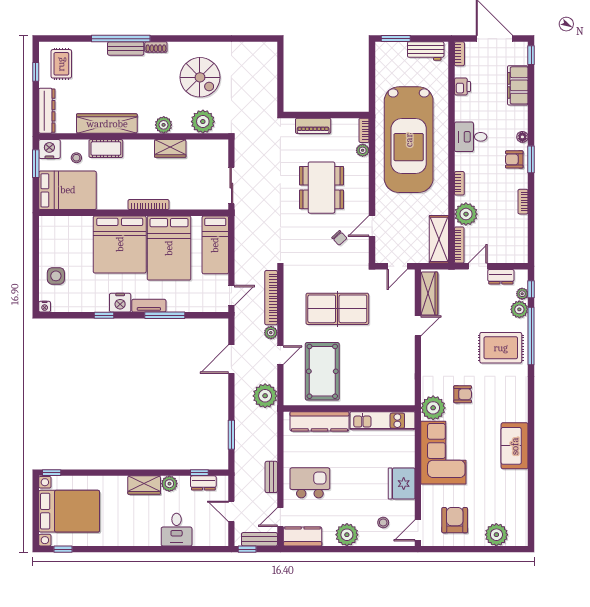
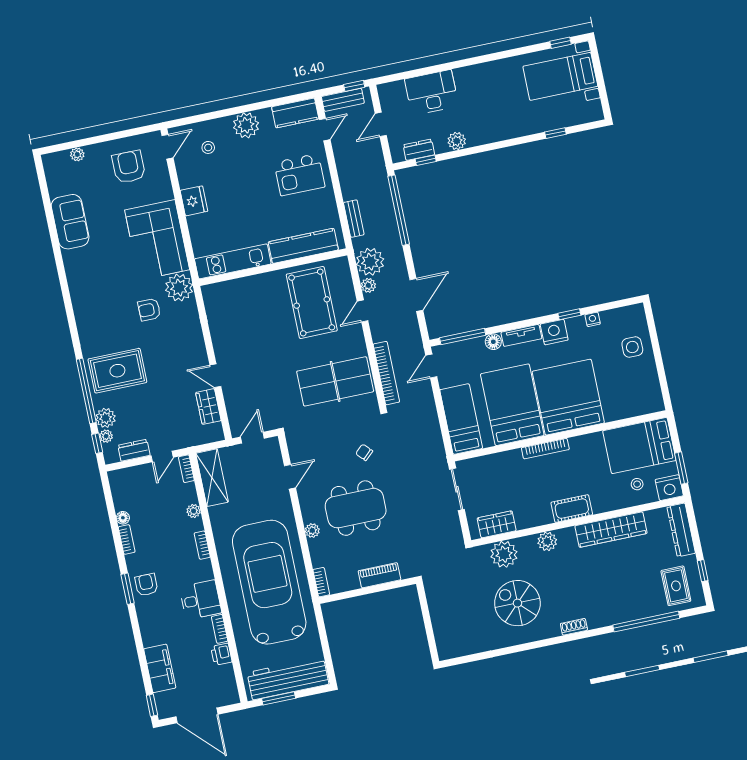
window: (121, 39) -> (646, 622), moved
window: (396, 39) -> (279, 698), moved
bench: (126, 48) -> (607, 618), removed
workbench: (426, 51) -> (288, 678), width x1.88, depth x1.32
bookcase: (459, 54) -> (220, 629), moved
floor lamp: (522, 137) -> (123, 518), moved
wardrobe: (170, 148) -> (497, 524), moved
cot: (106, 149) -> (572, 509), moved
plant: (363, 150) -> (312, 530), moved
armchair: (514, 159) -> (146, 585), turned -90
dining table: (321, 188) -> (356, 508), turned 90
plant: (466, 214) -> (194, 511), width x0.53, depth x0.53
chair: (339, 238) -> (364, 452), moved
bookcase: (459, 245) -> (186, 469), width x0.64
wardrobe: (429, 294) -> (208, 407), width x0.67
floor lamp: (174, 305) -> (493, 342), added
nightstand: (45, 307) -> (593, 319), moved
table tennis table: (337, 309) -> (335, 381), moved
window: (165, 315) -> (463, 337), moved
door: (418, 326) -> (215, 376), hinge flipped
plant: (271, 333) -> (368, 285), moved
window: (231, 435) -> (399, 210), width x2.11
sofa: (515, 446) -> (70, 222), moved
window: (52, 473) -> (555, 133), moved
bench: (271, 477) -> (354, 219), moved
fridge: (402, 484) -> (194, 201), width x0.73, depth x0.75
wardrobe: (144, 485) -> (485, 133), removed
bed with nightstands: (69, 511) -> (560, 76), width x0.73
door: (231, 511) -> (381, 124), swing flipped
armchair: (455, 520) -> (129, 167), turned 180
desk: (177, 530) -> (432, 92), width x1.37
plant: (496, 535) -> (77, 154), width x0.53, depth x0.53

